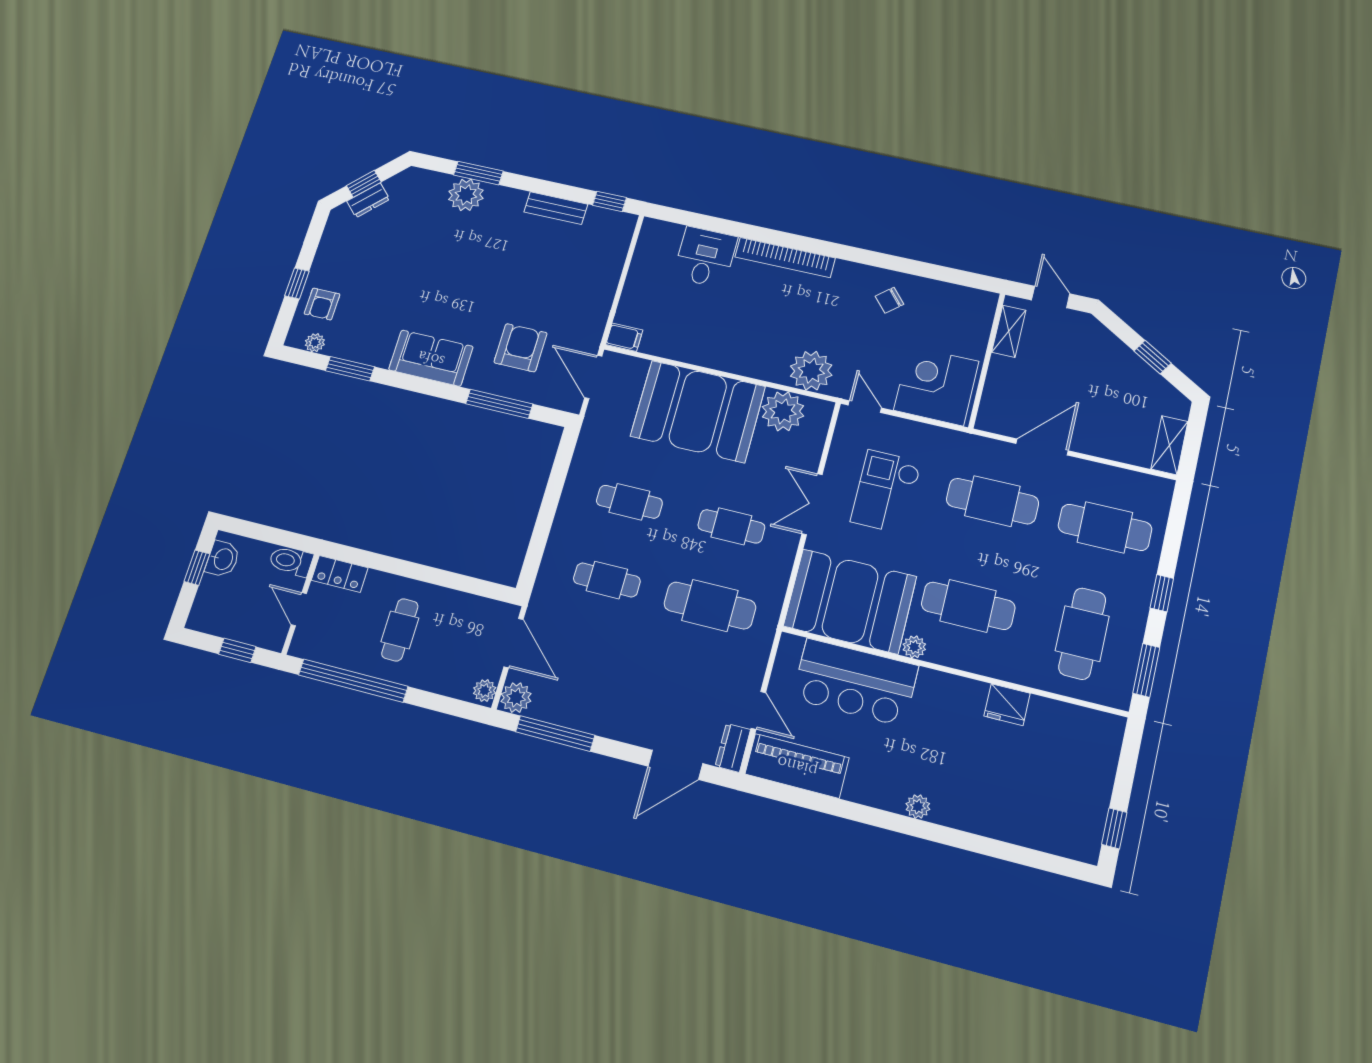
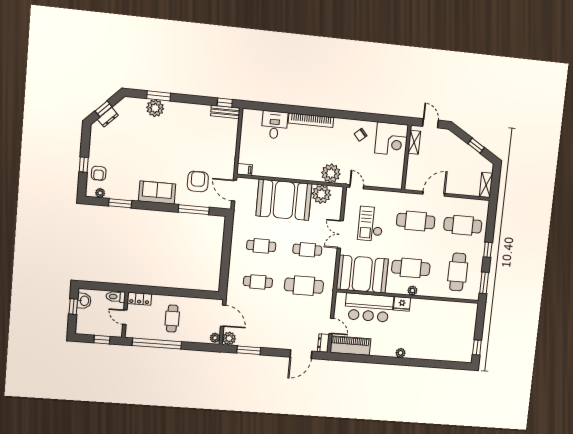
bench: (556, 208) -> (225, 112), moved
corner desk: (936, 386) -> (391, 139), moved, turned 180
plant: (914, 647) -> (412, 291), moved
fridge: (1007, 705) -> (402, 304), moved
window: (555, 733) -> (249, 350), width x0.69

